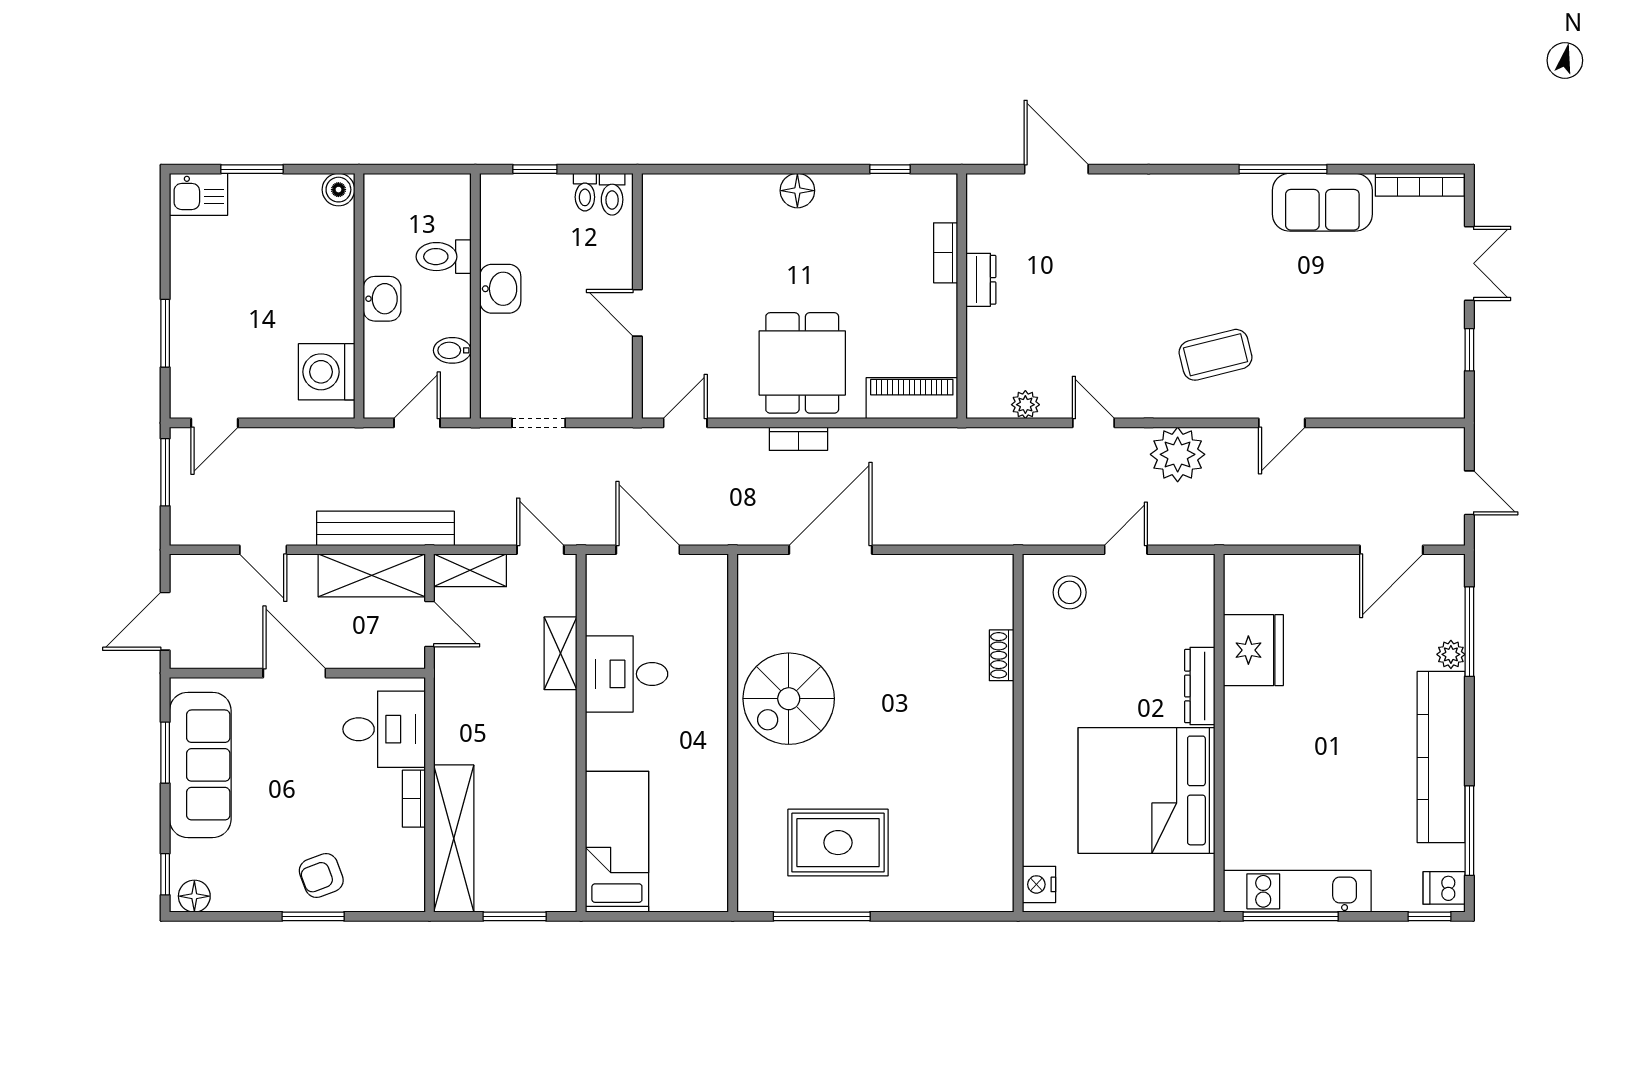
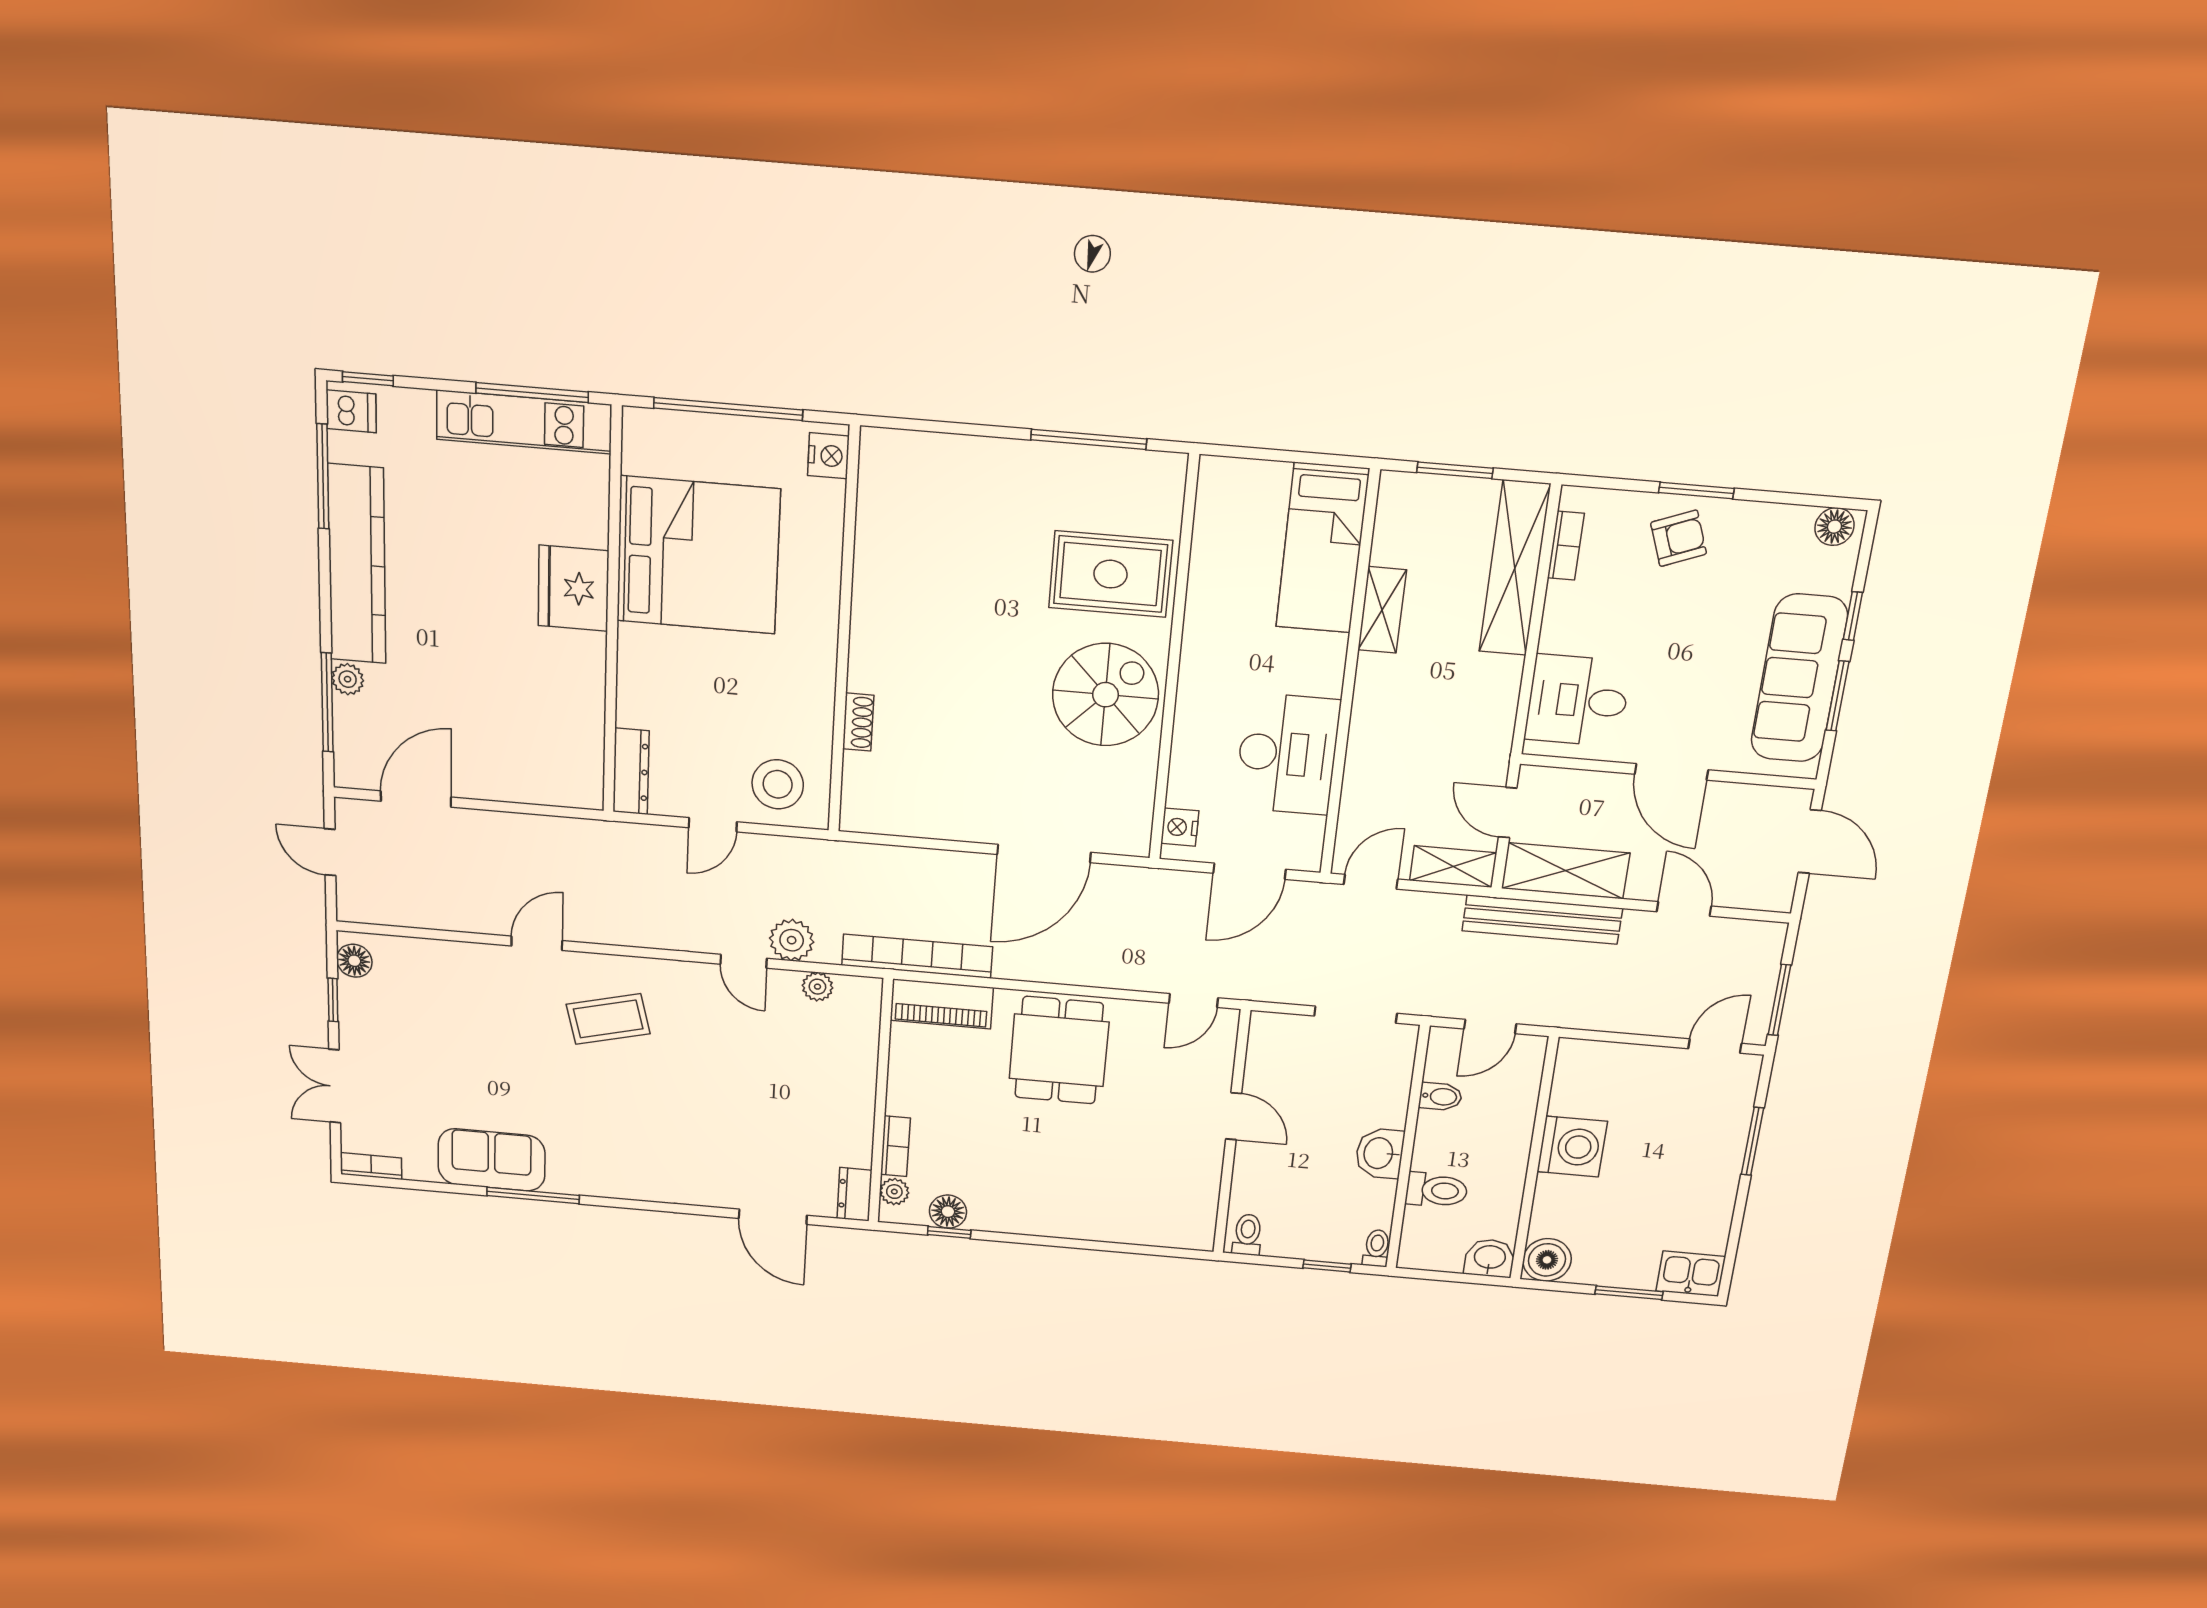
bookcase: (1420, 185) -> (371, 1166), width x0.64
boiler: (338, 190) -> (1547, 1260), width x1.36, depth x1.36
floor lamp: (797, 191) -> (948, 1212), moved
toilet: (585, 192) -> (1377, 1248), moved
plant: (944, 206) -> (894, 1192), added
dresser: (981, 280) -> (854, 1194), moved
washbasin: (382, 299) -> (1490, 1258), moved, turned 90
washing machine: (327, 372) -> (1572, 1147), moved
floor lamp: (1449, 390) -> (354, 961), added
doorway: (539, 423) -> (1356, 1015), width x1.38
bookcase: (798, 439) -> (917, 956), moved, width x2.31, depth x1.31
plant: (1178, 454) -> (792, 940), moved, width x0.73, depth x0.73
door: (540, 550) -> (1371, 882), swing flipped
door: (648, 550) -> (1249, 871), hinge flipped
nightstand: (713, 585) -> (1180, 827), added
stool: (1070, 592) -> (778, 784), width x1.38, depth x1.38
door: (165, 621) -> (1810, 842), hinge flipped
fridge: (1253, 650) -> (573, 588), moved
shelving: (560, 653) -> (1382, 610), moved
desk: (627, 674) -> (1287, 754), width x1.37
dresser: (1200, 686) -> (631, 771), moved
bookcase: (414, 799) -> (1566, 546), moved
rug: (838, 843) -> (1110, 574), moved
window: (165, 874) -> (1853, 616), moved
window: (1125, 916) -> (728, 409), added

